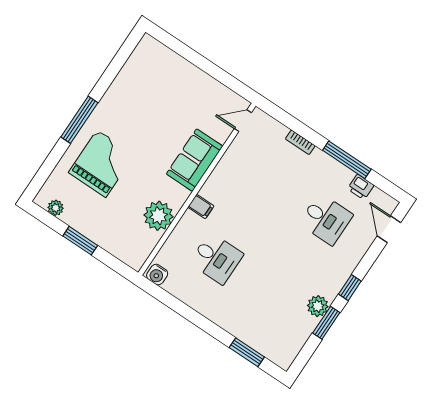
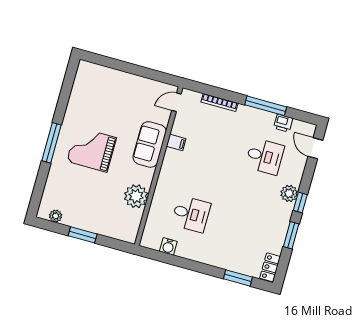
bookcase: (300, 142) -> (220, 103), width x1.56
grand piano: (101, 164) -> (92, 149), moved, turned -90
filing cabinet: (201, 207) -> (176, 142), moved
water cooler: (157, 275) -> (168, 246), moved
plant: (318, 306) -> (289, 193), moved
locker: (289, 352) -> (270, 267), added

